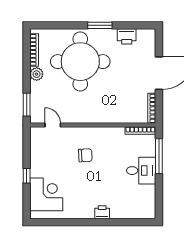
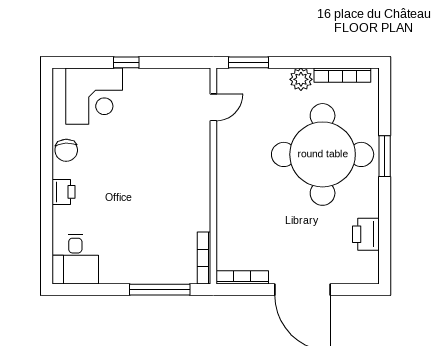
window: (100, 25) -> (385, 156), moved
chair: (85, 155) -> (66, 150), moved
desk: (141, 171) -> (75, 259), moved

